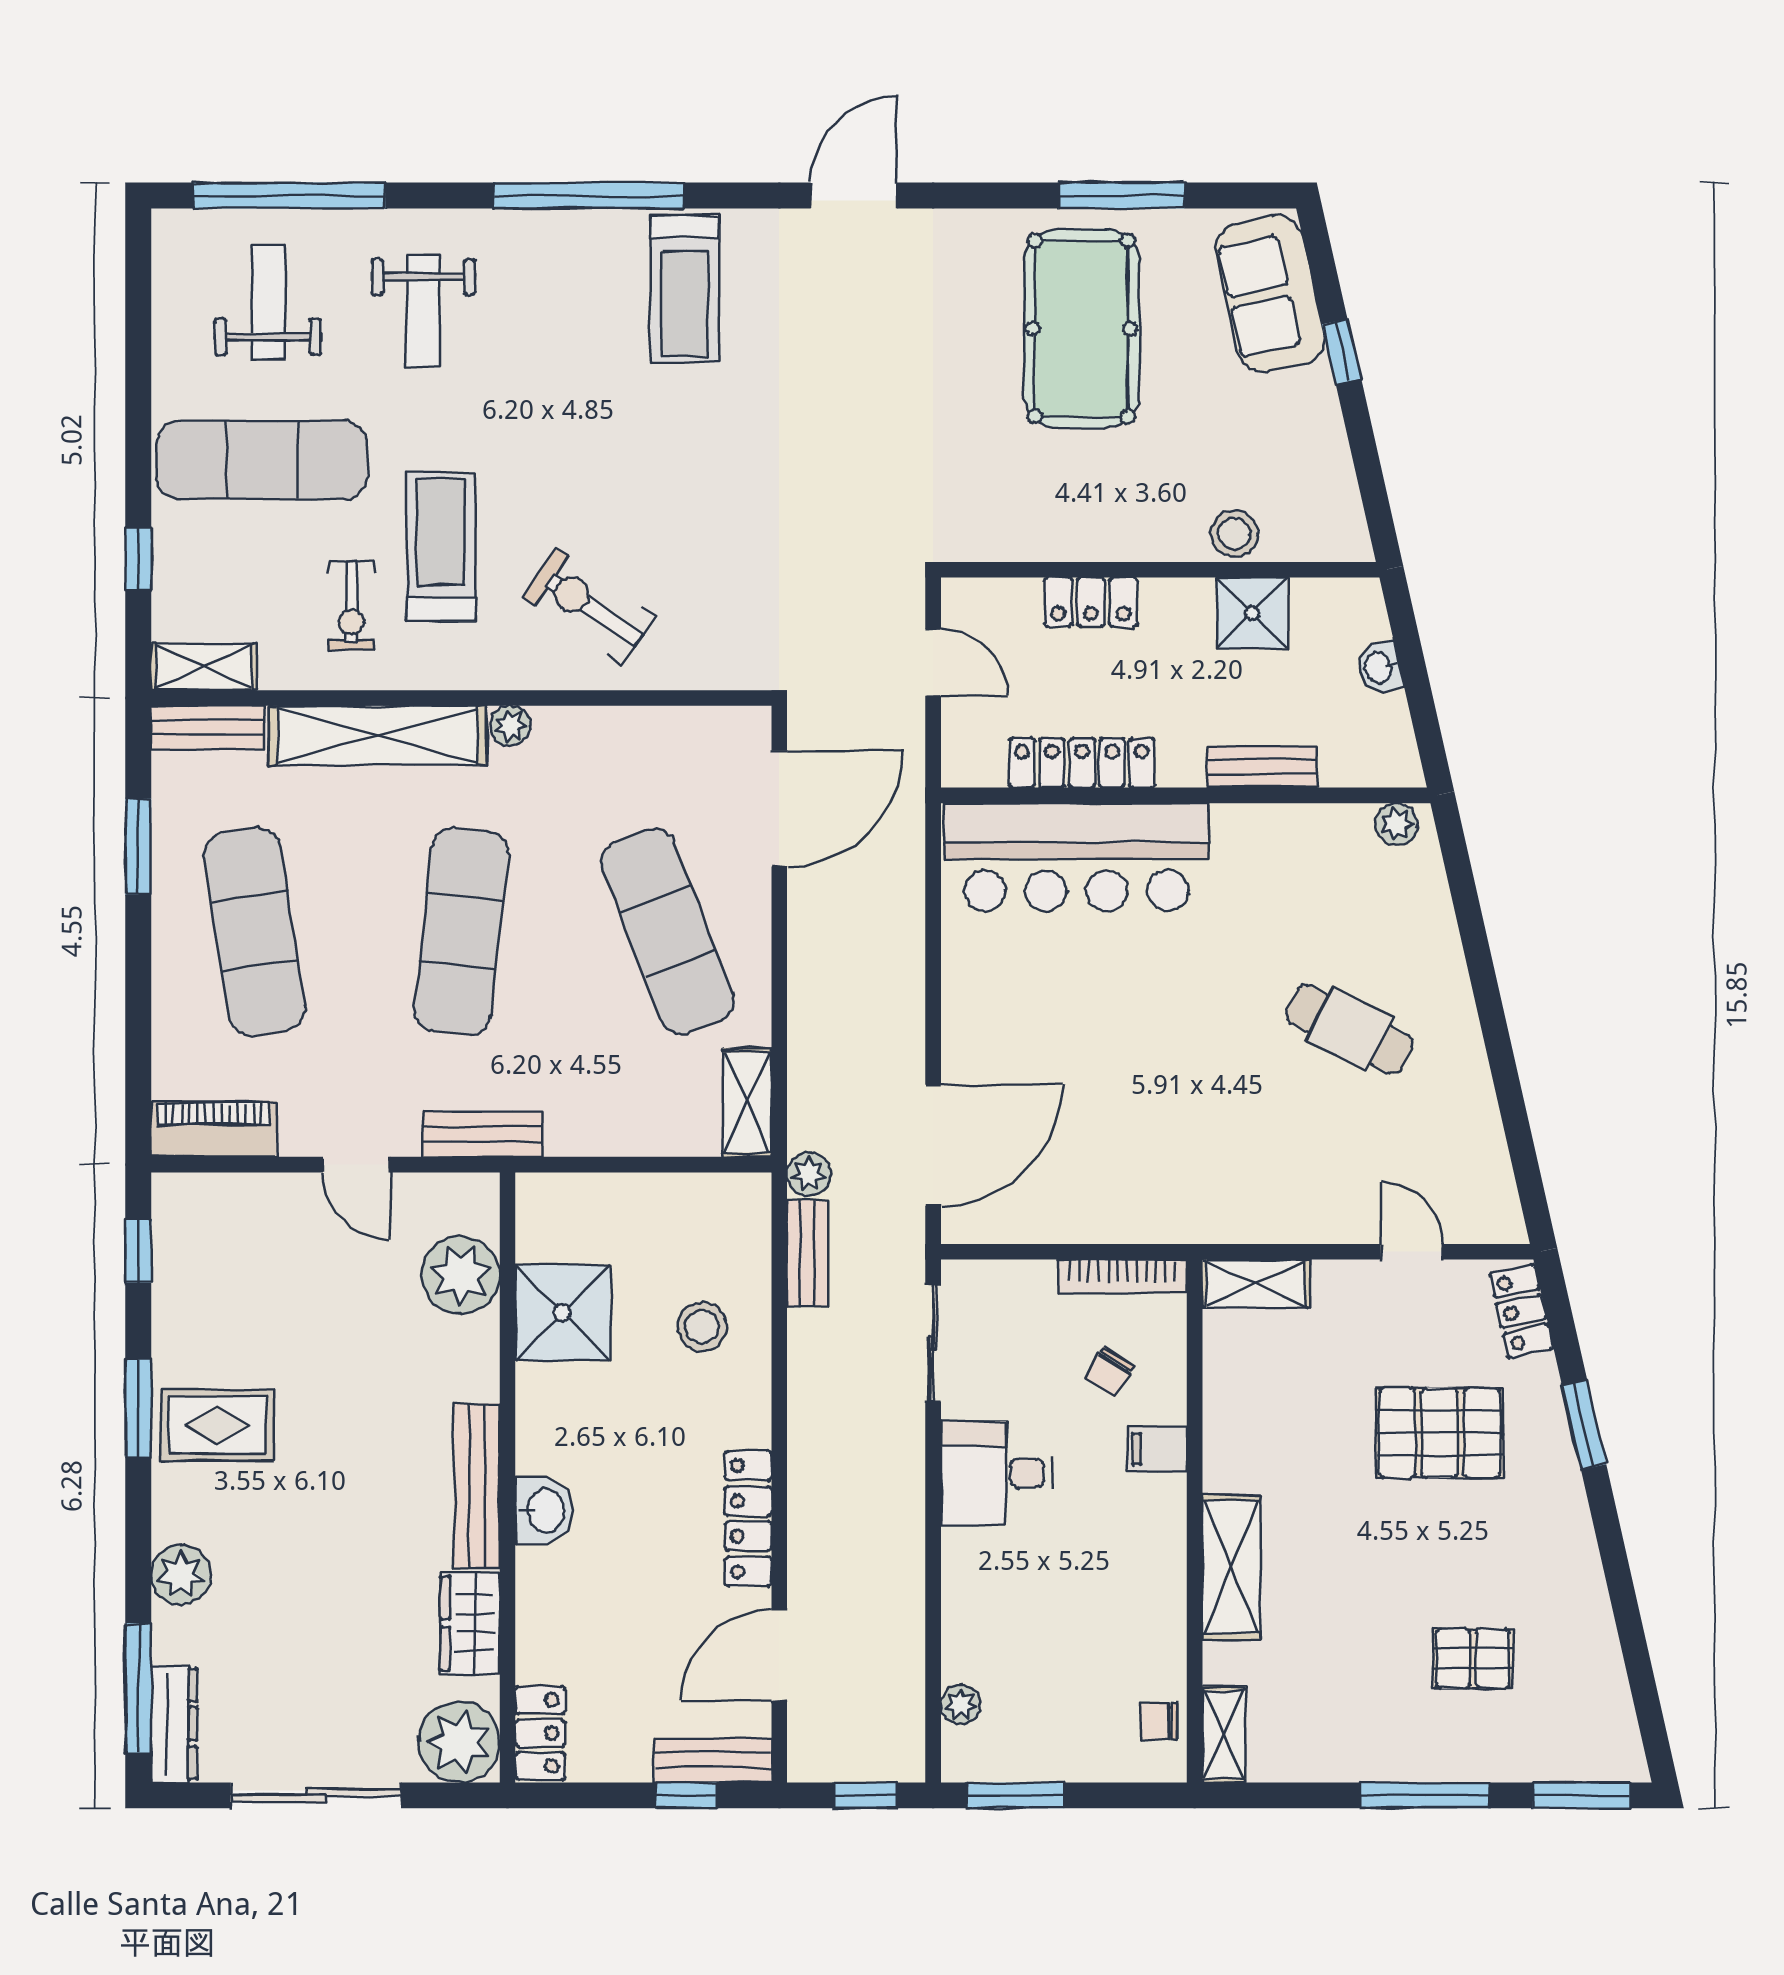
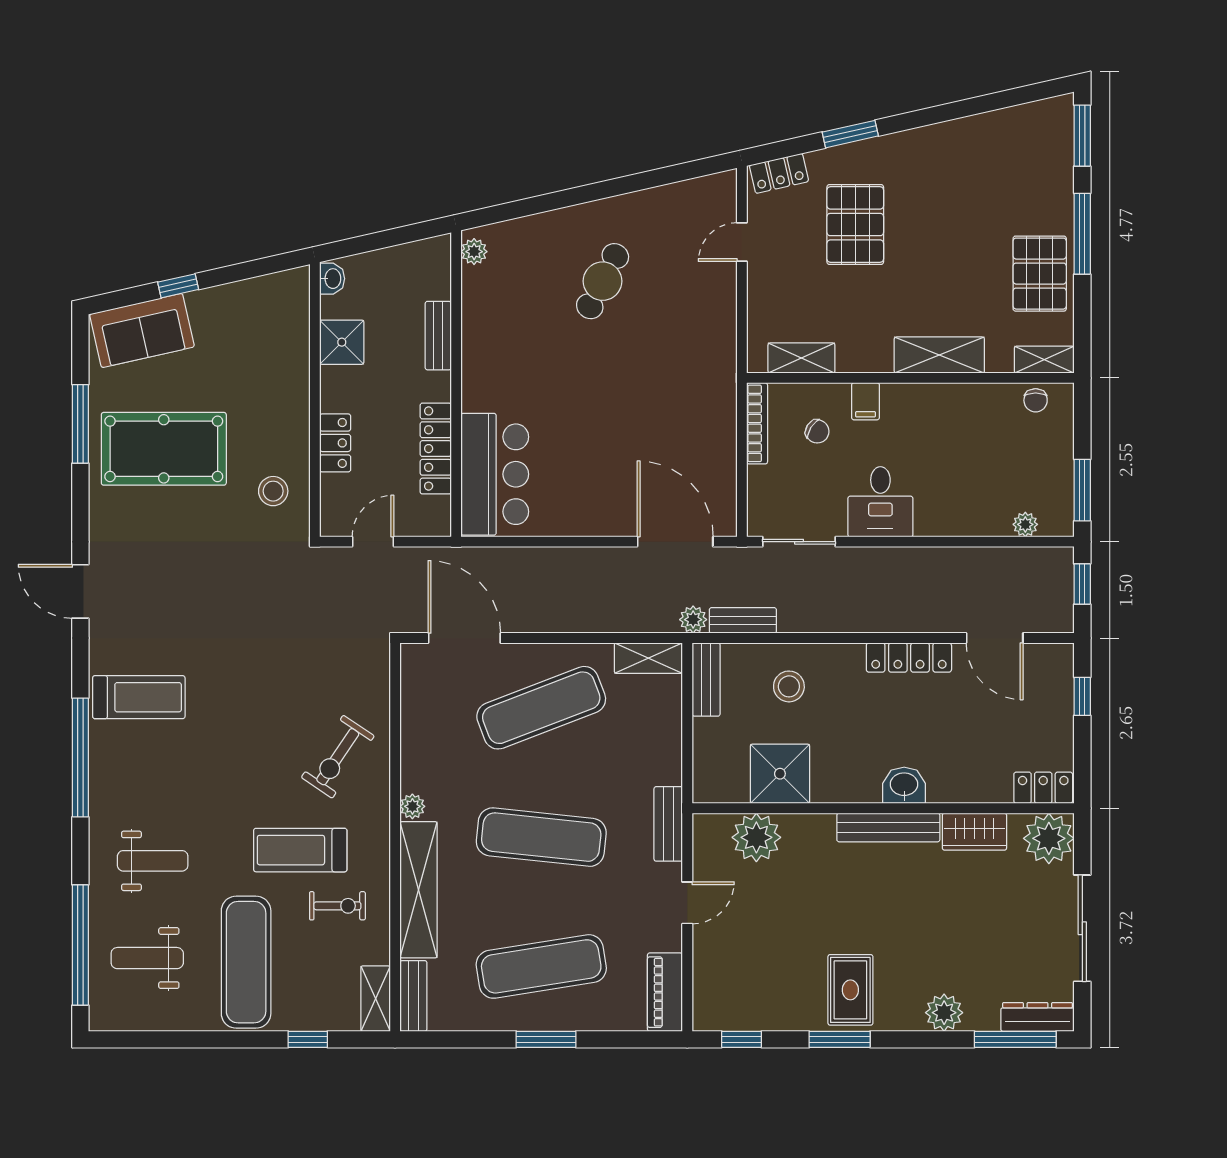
stool: (1234, 533) -> (273, 491), moved
washbasin: (1379, 668) -> (332, 279), moved, turned -77
window: (138, 847) -> (546, 1039), moved
bar counter: (1076, 857) -> (495, 474), width x0.73
shelving: (1256, 1284) -> (801, 358), moved, turned 90
pallet: (1473, 1658) -> (1040, 274), moved, width x1.50, depth x1.42
bench: (713, 1760) -> (706, 679), moved

